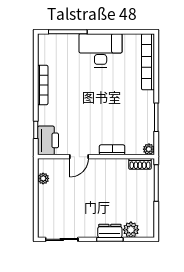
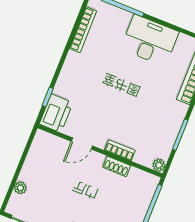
bookcase: (43, 85) -> (83, 30), moved
shoe rack: (140, 164) -> (117, 166), moved
plant: (43, 178) -> (20, 188), moved

